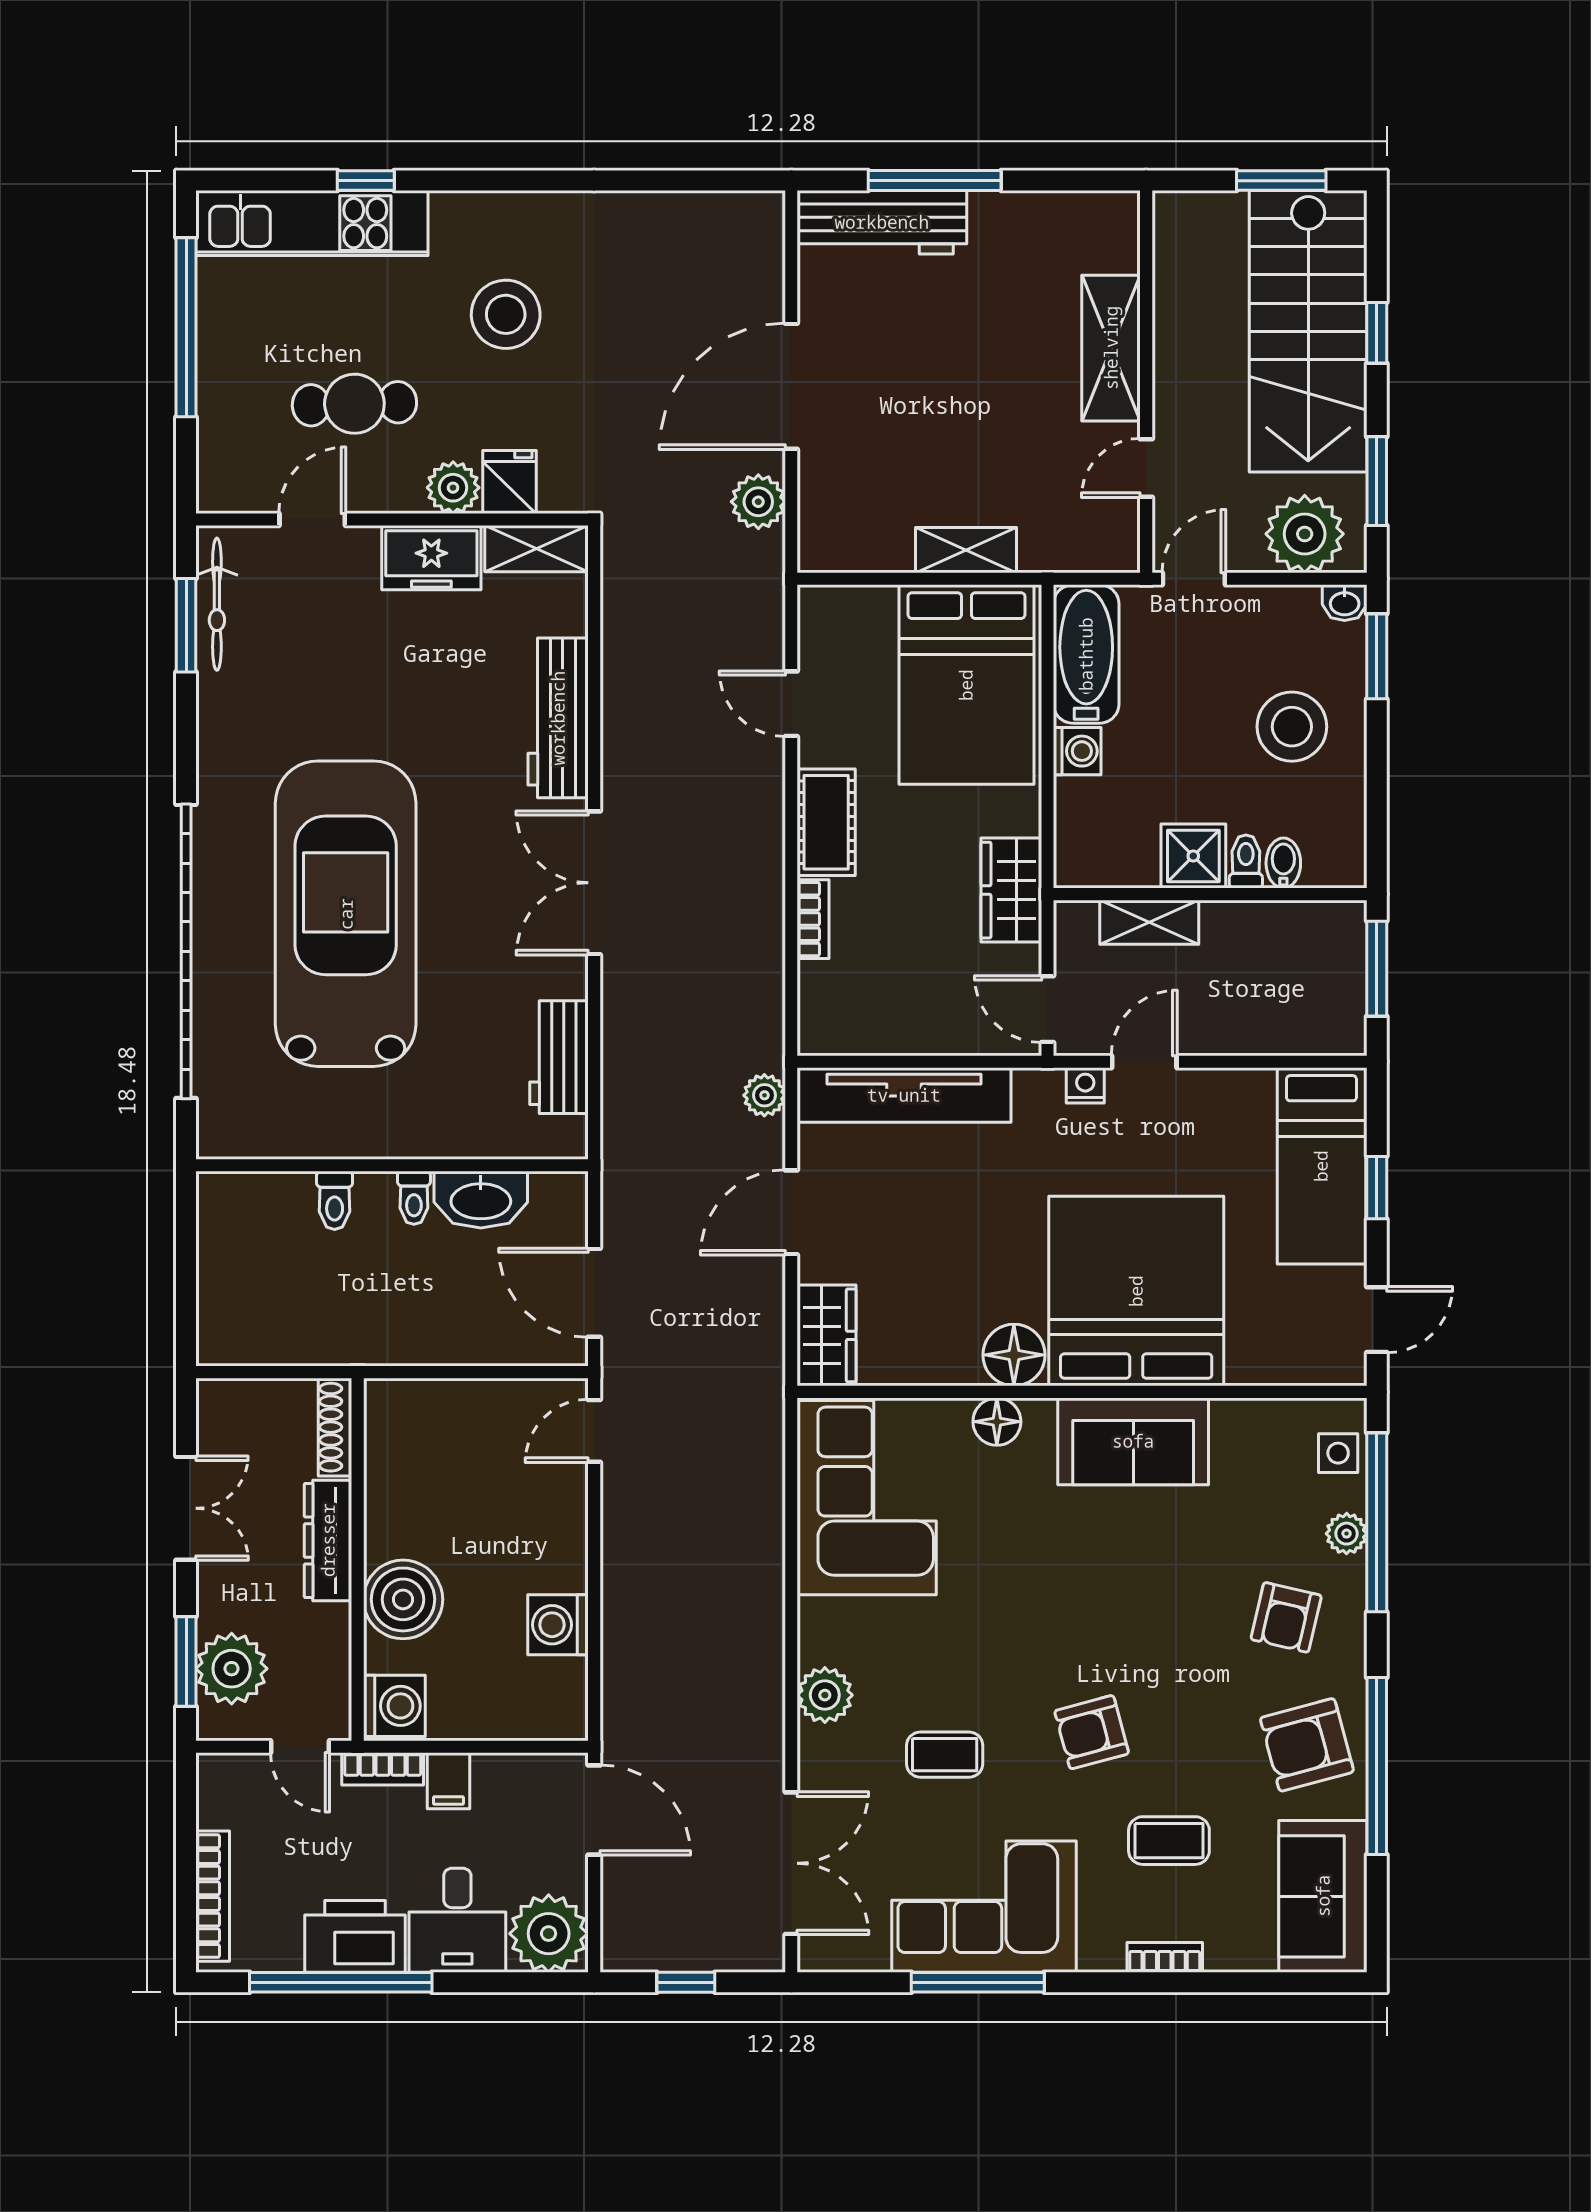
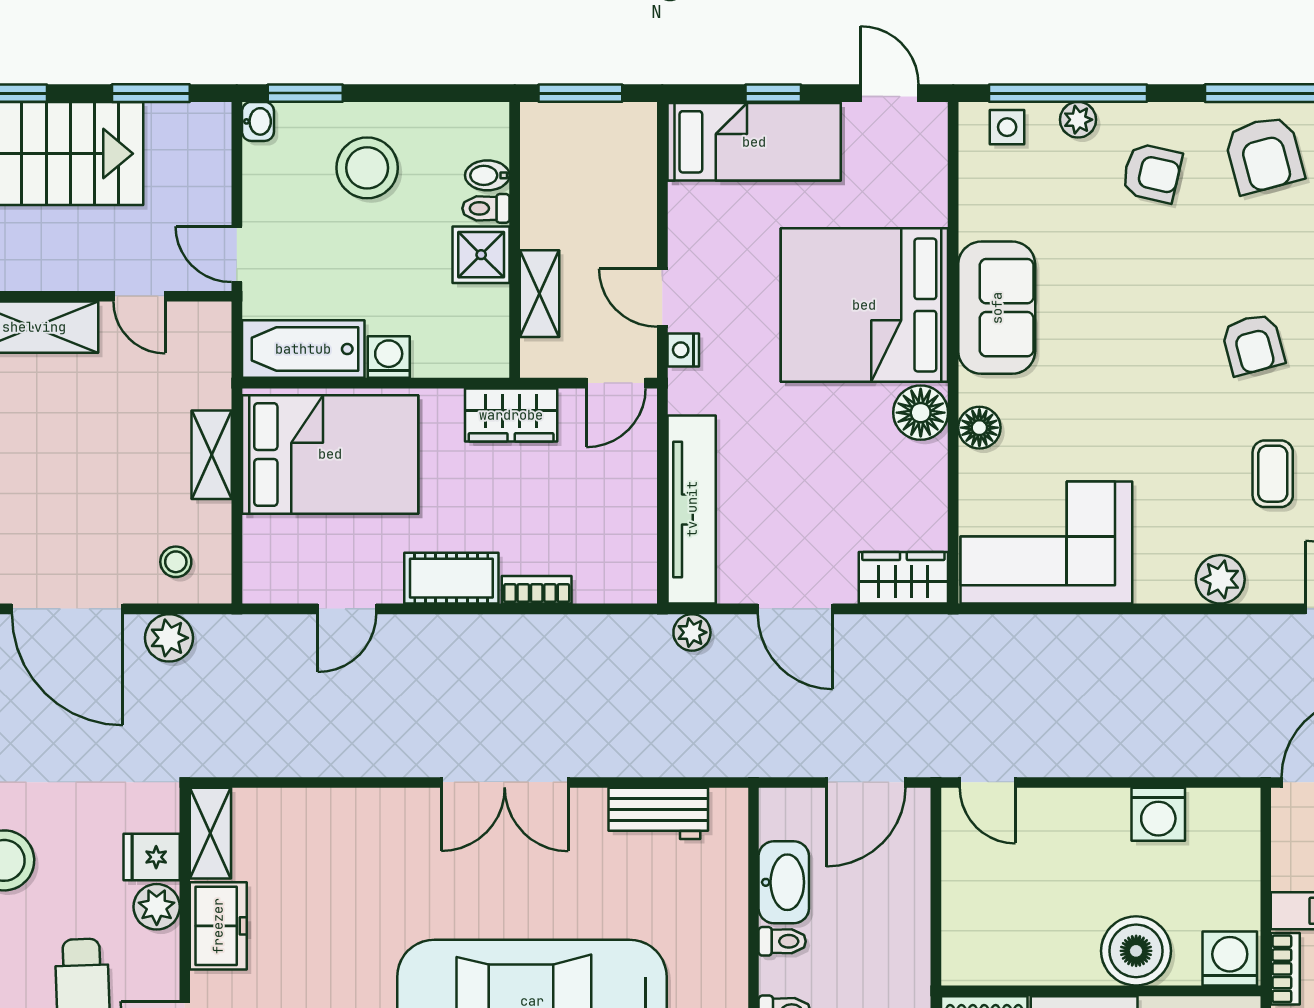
stool: (845, 509) -> (176, 562), added
plant: (1305, 534) -> (197, 157), removed
workbench: (558, 718) -> (359, 814), removed

